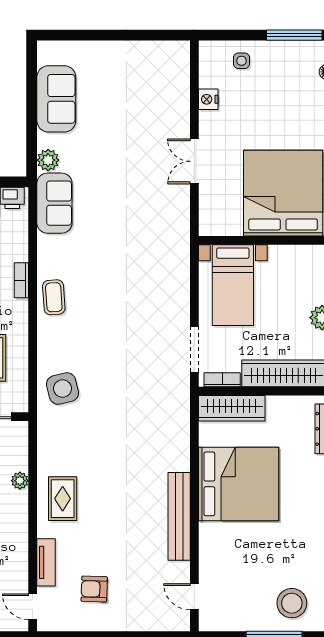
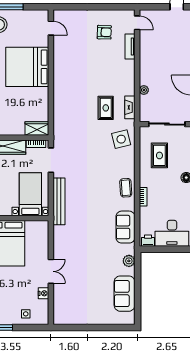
double door: (194, 161) -> (51, 271), moved
sofa: (54, 203) -> (125, 227), moved
wardrobe: (232, 408) -> (37, 129), width x0.67
fireplace: (46, 448) -> (130, 107), added
bed: (239, 484) -> (27, 67), moved
rug: (63, 499) -> (106, 108), moved
bench: (179, 516) -> (59, 201), moved

